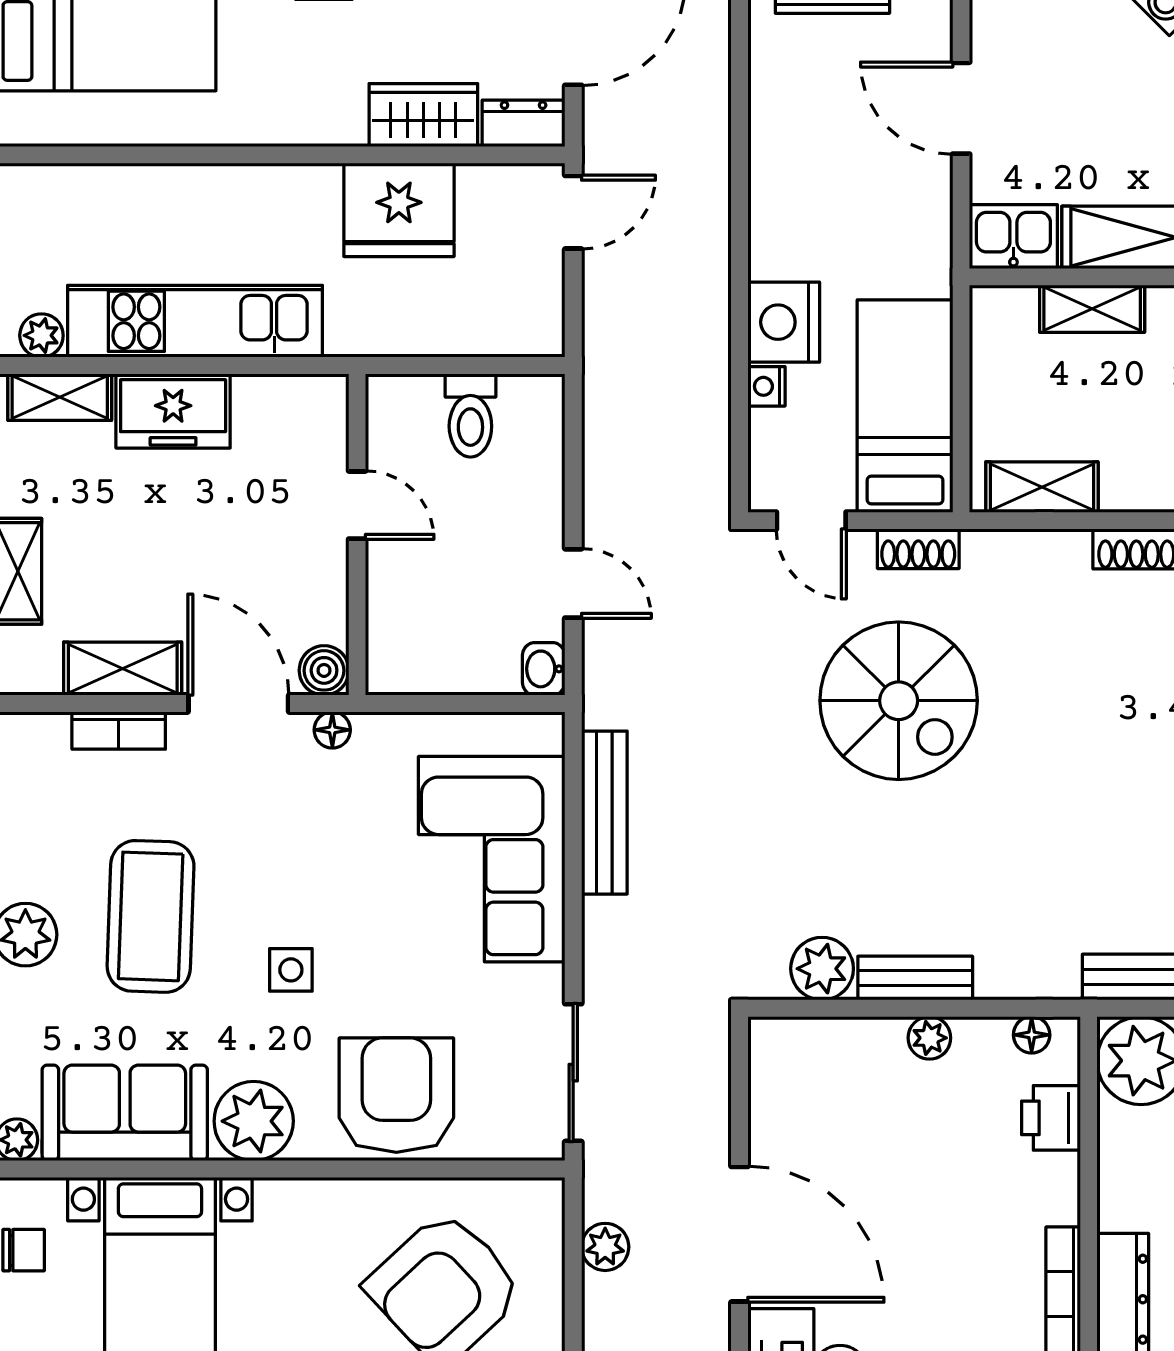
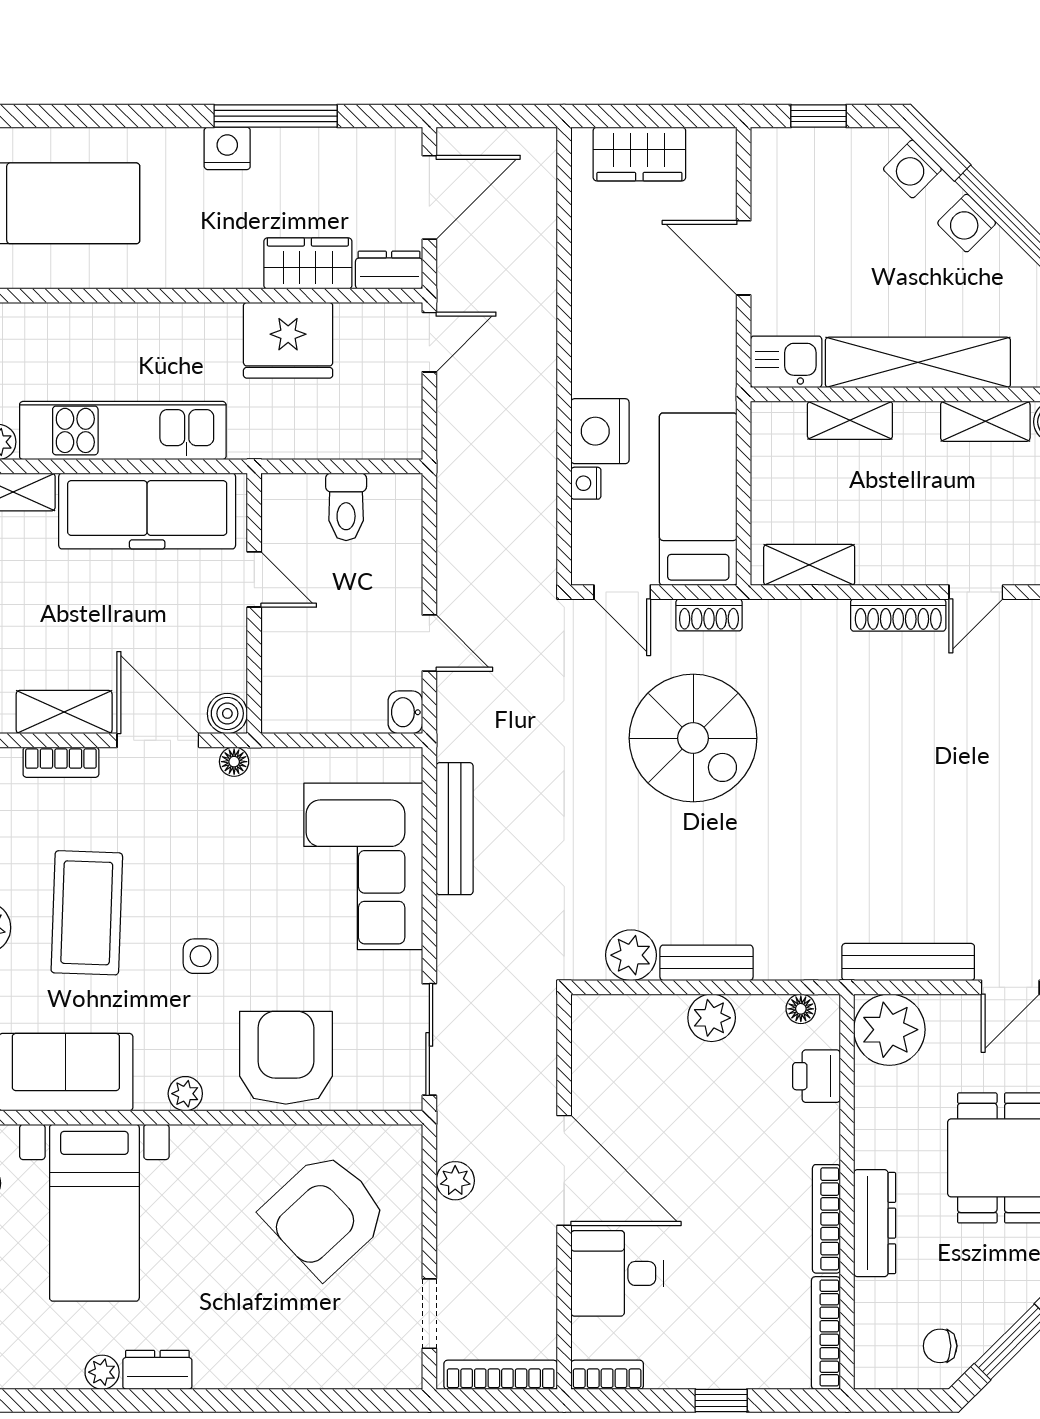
freezer: (173, 411) -> (147, 511), width x1.91, depth x1.26
plant: (929, 1038) -> (712, 1018), width x1.38, depth x1.38
plant: (254, 1121) -> (185, 1094), width x0.53, depth x0.53

